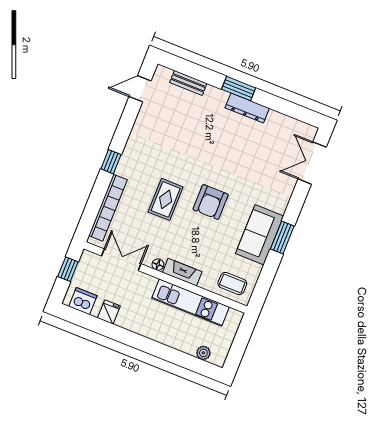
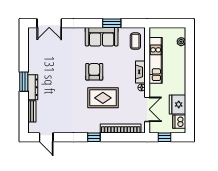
dresser: (247, 108) -> (33, 87), moved
rug: (166, 199) -> (103, 98), width x1.36, depth x1.43
armchair: (211, 202) -> (94, 72), turned -90
window: (282, 237) -> (112, 23), moved
double door: (121, 260) -> (147, 109), swing flipped
fridge: (109, 312) -> (177, 104), width x1.88, depth x1.34

